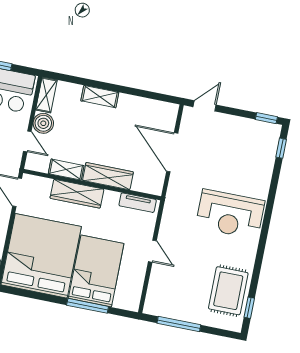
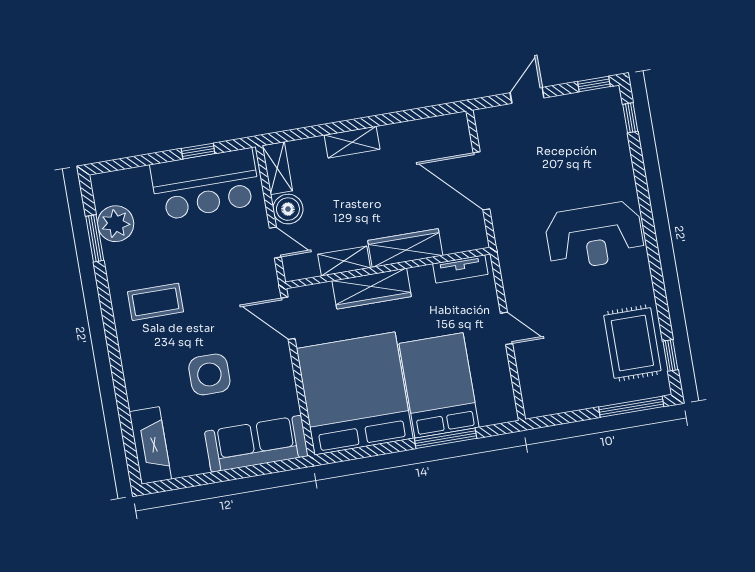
door: (205, 106) -> (527, 95), moved
window: (179, 324) -> (631, 407), moved

